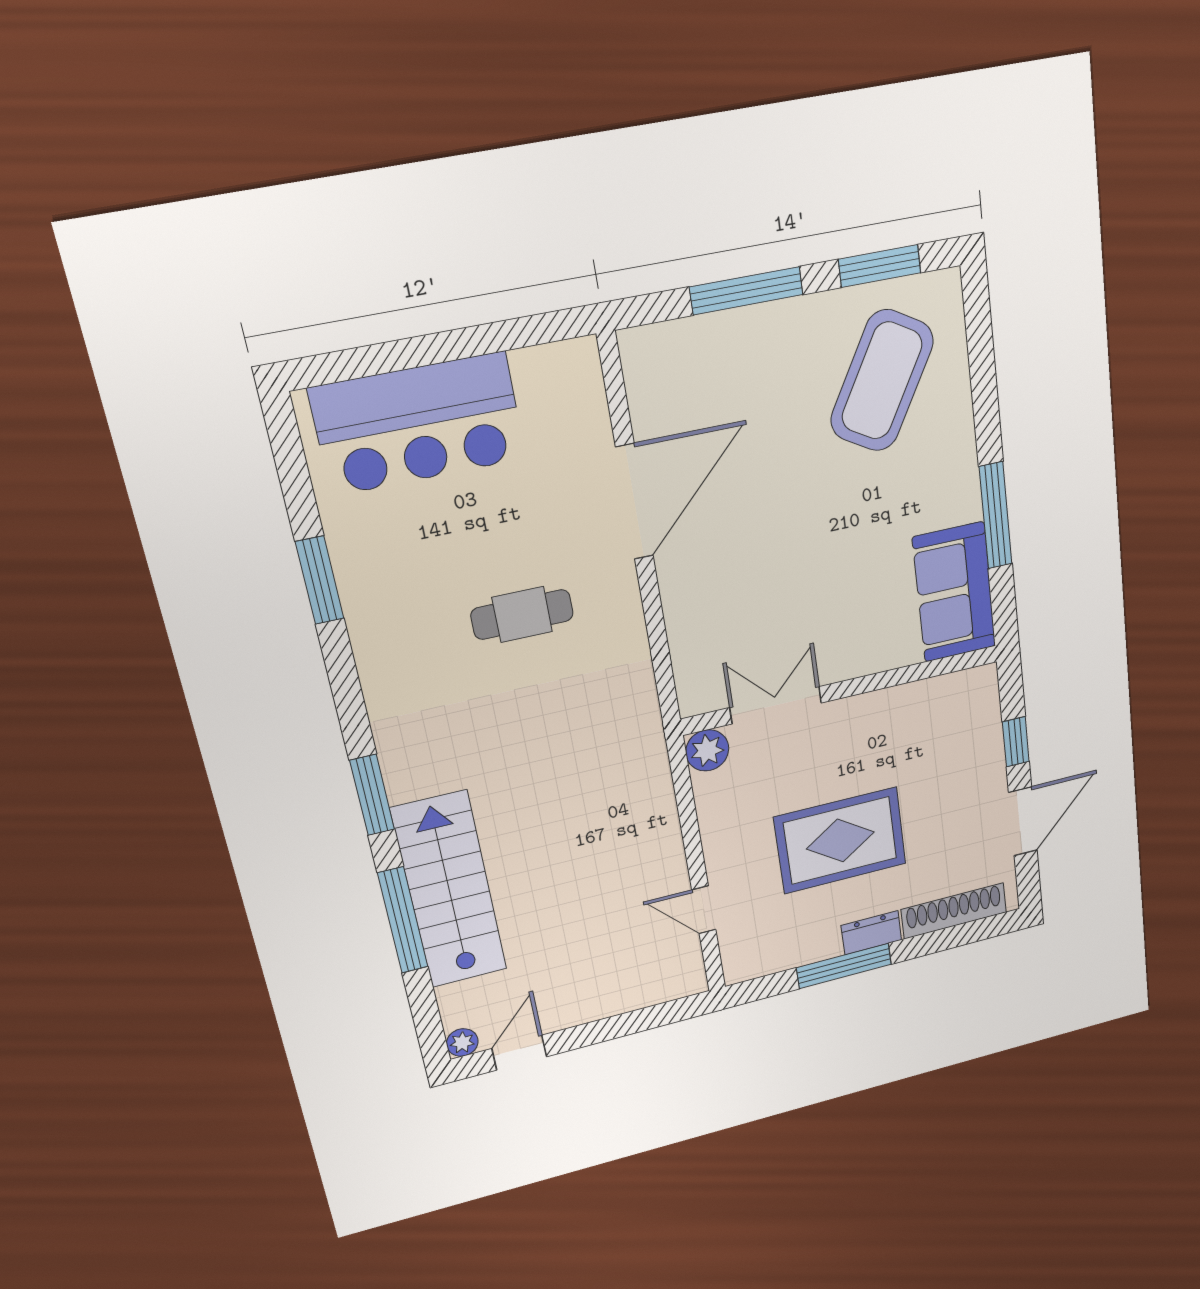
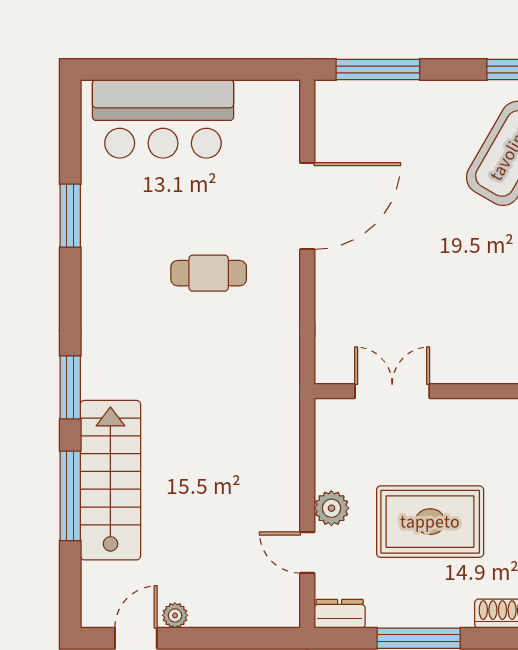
window: (746, 291) -> (378, 69), moved
plant: (707, 750) -> (331, 508), moved
dresser: (871, 933) -> (340, 614), moved
plant: (462, 1042) -> (175, 615), moved

